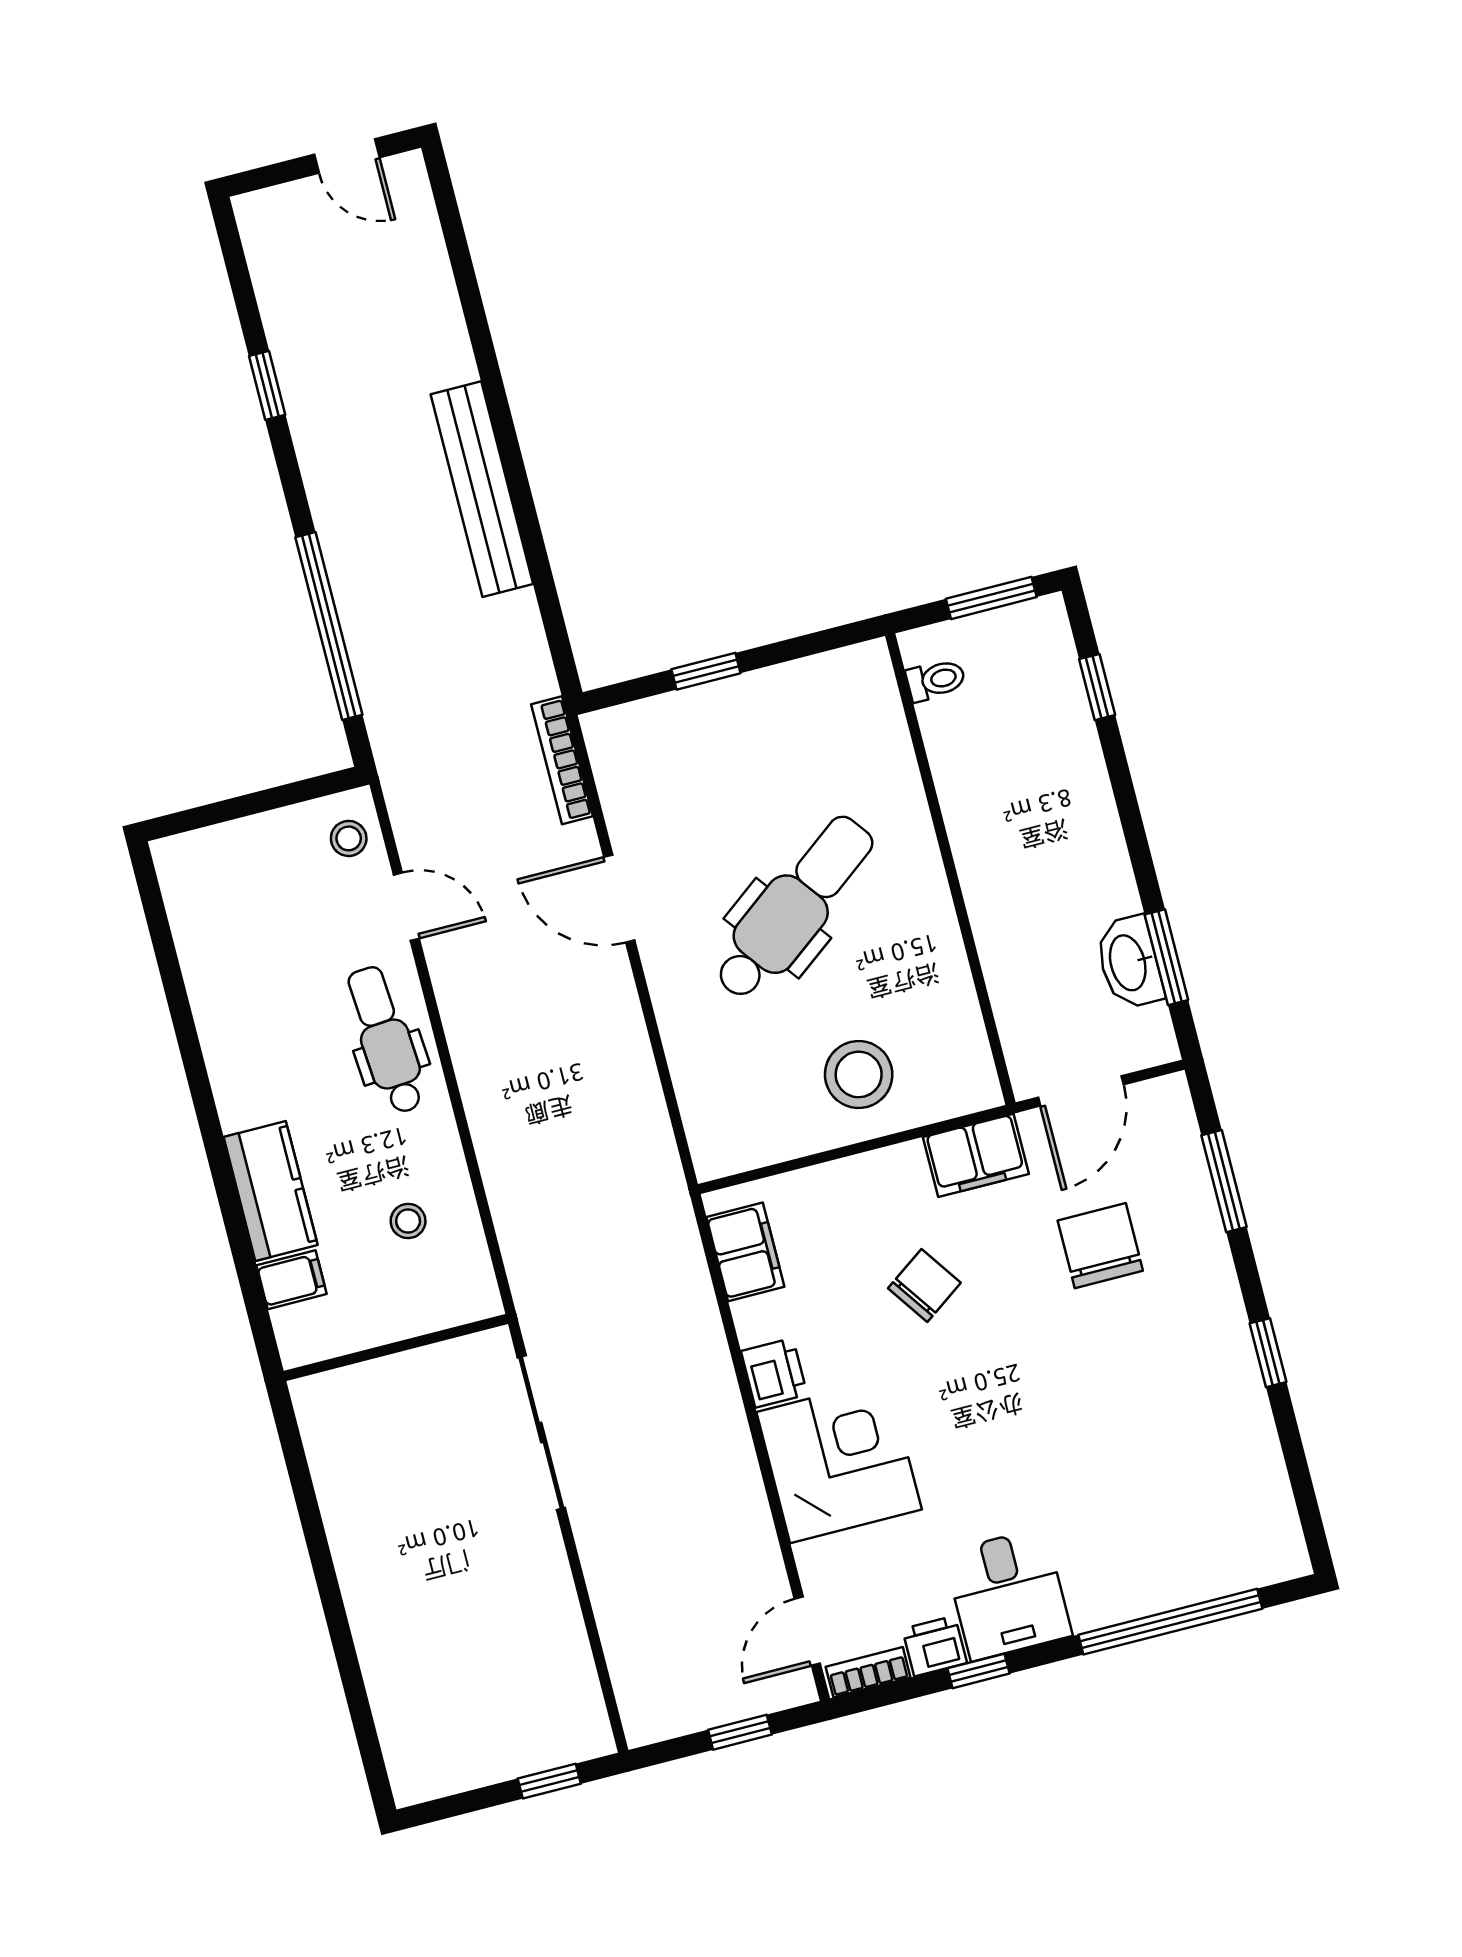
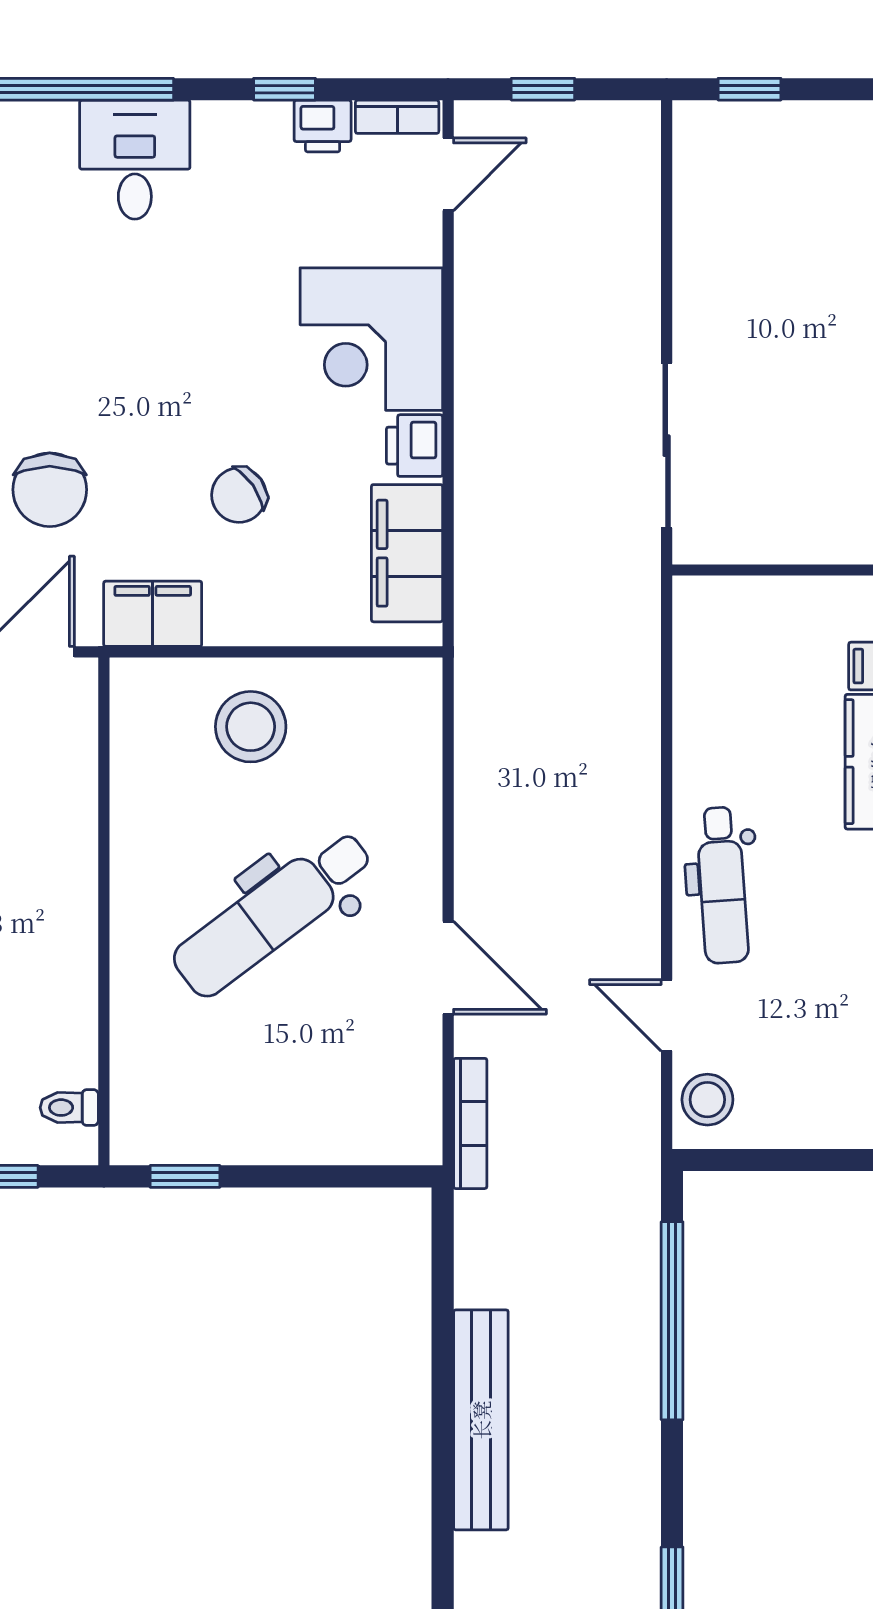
window: (706, 671) -> (185, 1176), moved
stool: (349, 838) -> (707, 1100), width x1.37, depth x1.37
stool: (408, 1221) -> (747, 695), removed
filing cabinet: (745, 1252) -> (407, 553), width x1.50, depth x1.17
desk: (1008, 1594) -> (135, 160), moved

